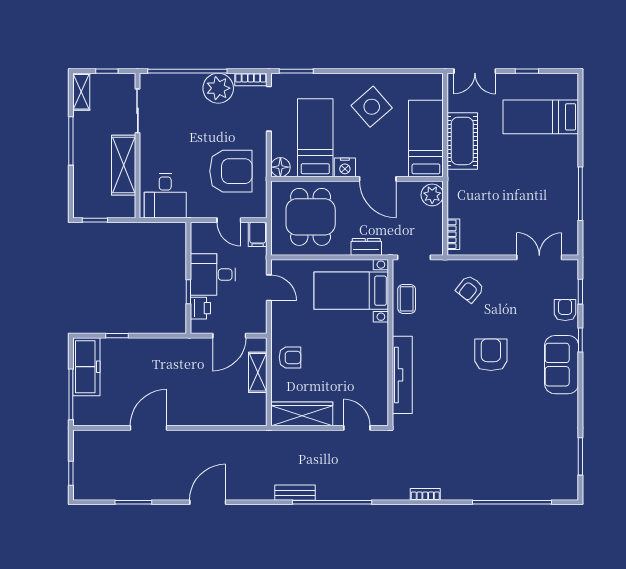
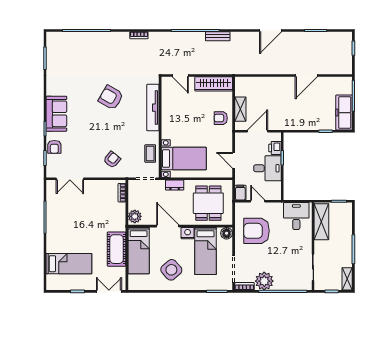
shelving: (124, 165) -> (321, 222), moved
armchair: (491, 355) -> (111, 98), moved, turned 120

